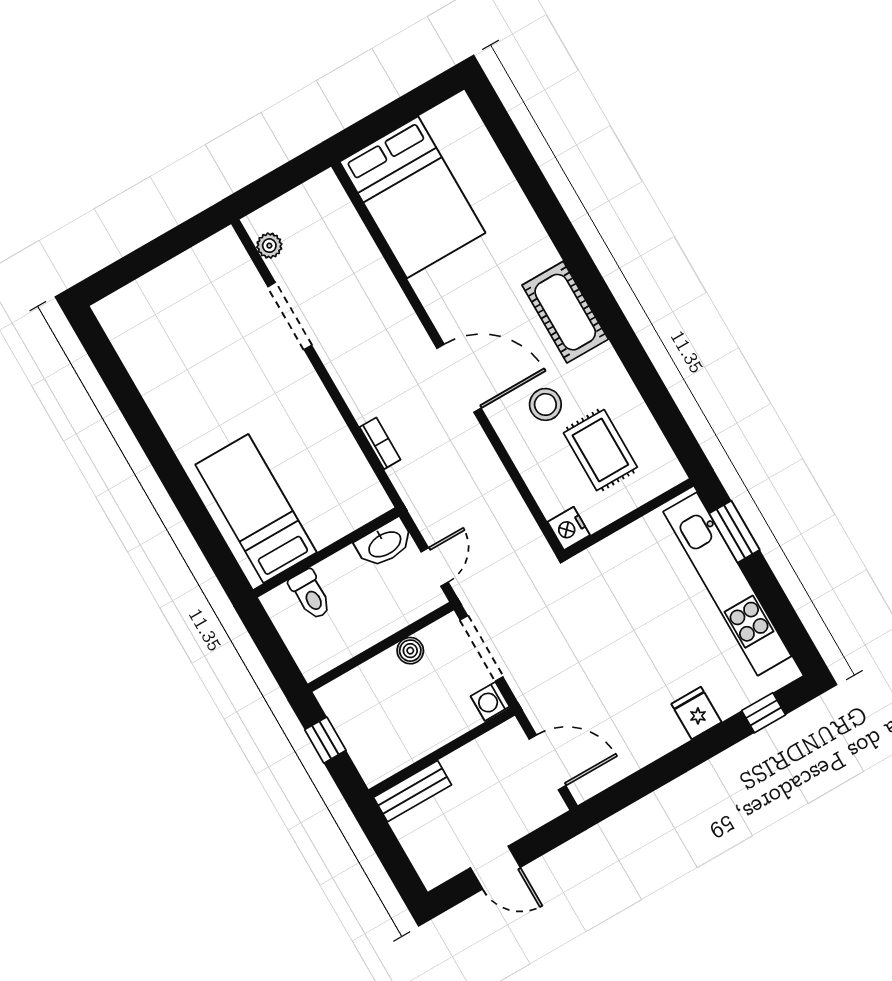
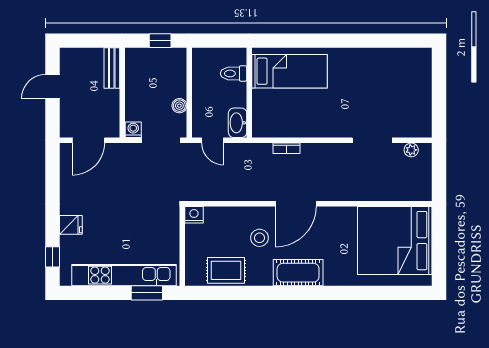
bed: (413, 197) -> (395, 241), width x1.36
rug: (600, 450) -> (226, 270), moved

